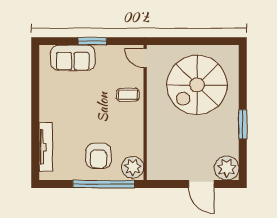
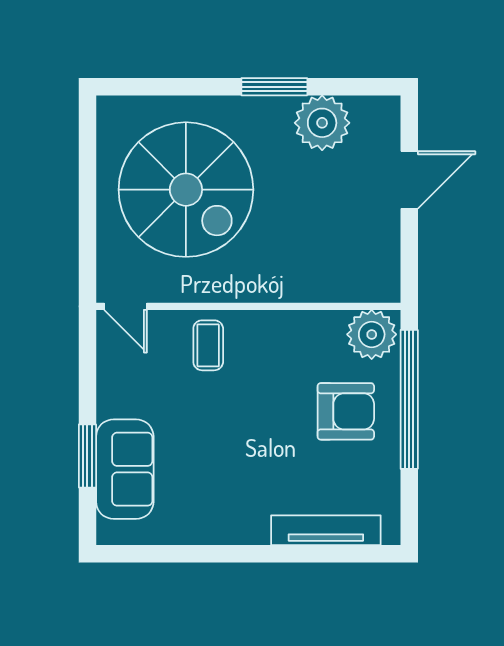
window: (92, 41) -> (87, 456), moved
door: (145, 58) -> (126, 306), hinge flipped
plant: (227, 168) -> (322, 123), moved

